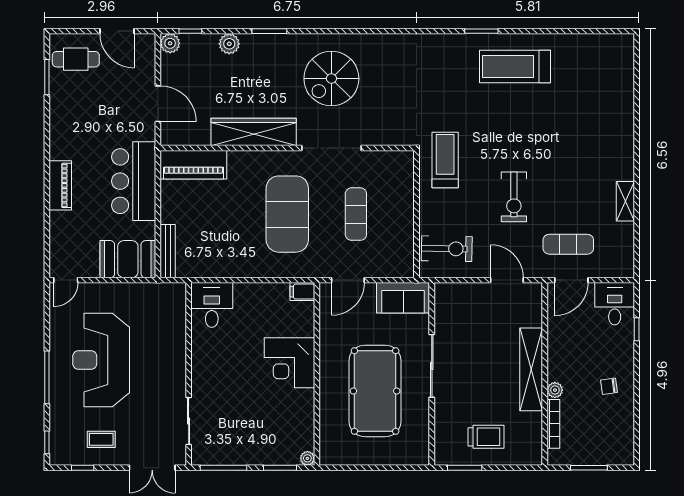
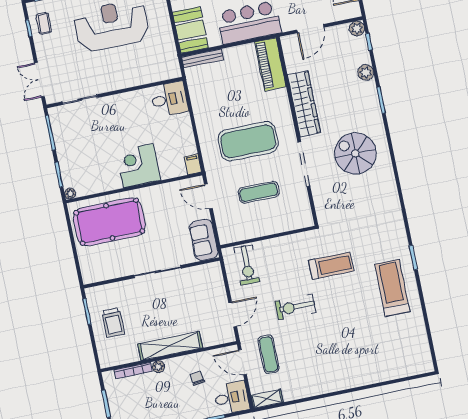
treadmill: (445, 160) -> (331, 266), moved
shelving: (625, 201) -> (267, 399), moved
chair: (609, 386) -> (197, 378), moved
pool table: (375, 391) -> (109, 222), moved
coffee table: (101, 439) -> (44, 23), moved

